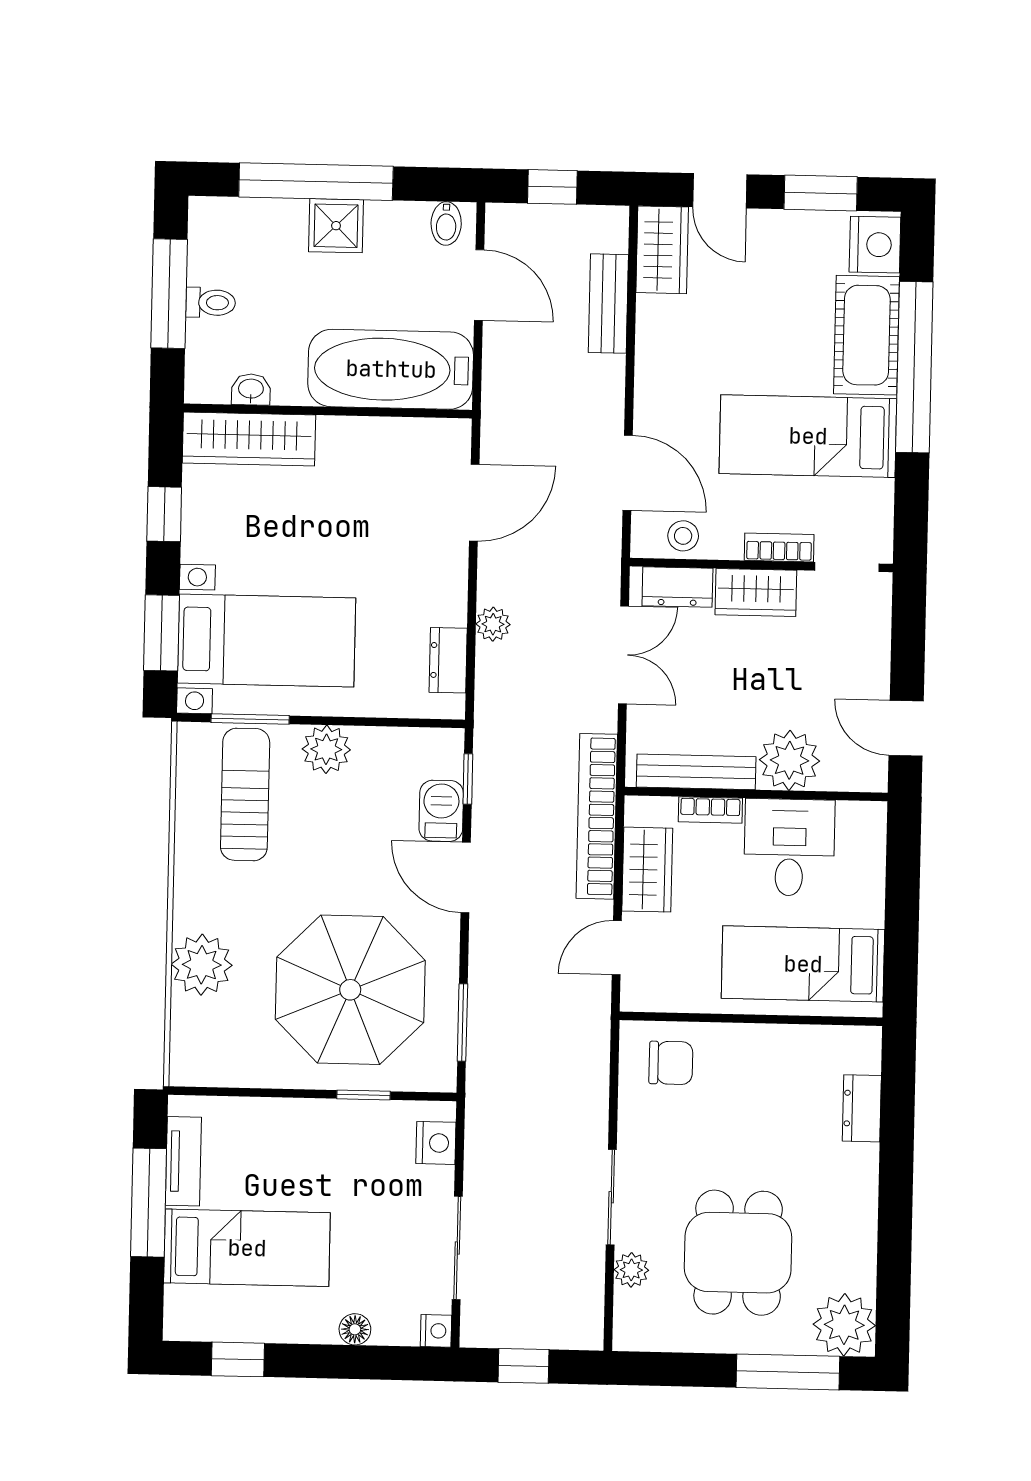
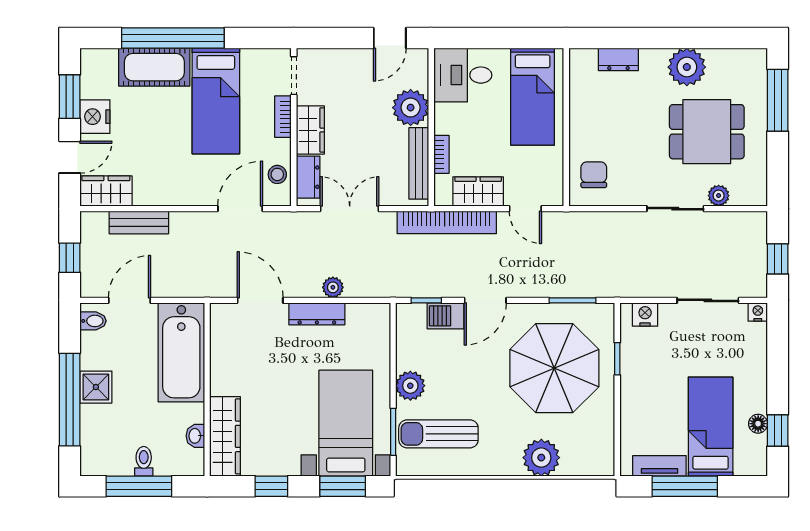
nightstand: (875, 245) -> (95, 117), moved, turned -90
dresser: (448, 660) -> (317, 314), moved, width x1.44
desk: (789, 847) -> (463, 75), moved
plant: (844, 1325) -> (687, 67), moved
floor lamp: (355, 1329) -> (758, 424), moved

